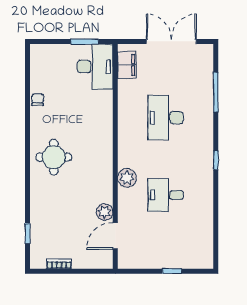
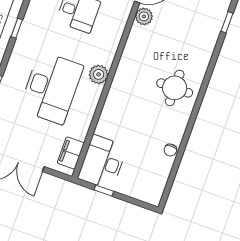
window: (85, 41) -> (104, 191), width x0.67
desk: (166, 118) -> (51, 88), width x1.36, depth x1.30
plant: (127, 178) -> (99, 74), moved

